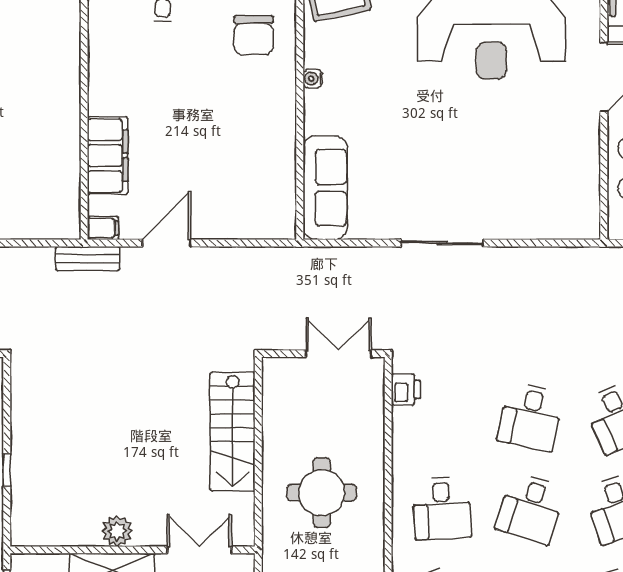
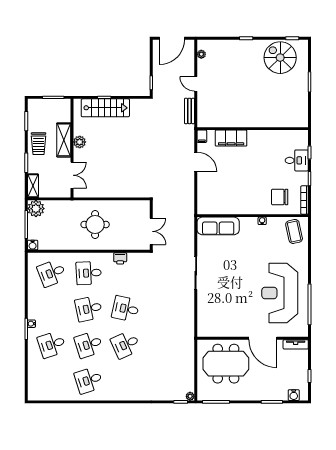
bench: (88, 259) -> (190, 111), moved
printer: (406, 390) -> (120, 258), moved
stairs: (233, 432) -> (105, 108), moved, turned 180
desk: (530, 508) -> (89, 309), turned -30

